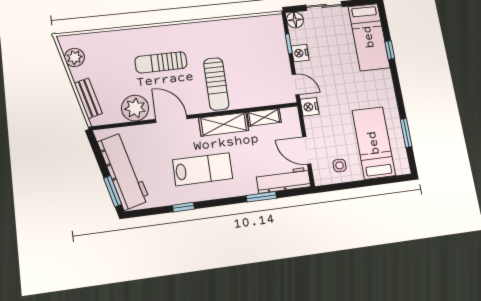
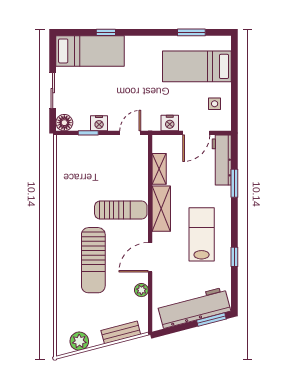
sun lounger: (161, 62) -> (93, 260), width x1.36, depth x1.34
nightstand: (310, 107) -> (170, 123), moved
plant: (135, 108) -> (141, 290), width x0.53, depth x0.53

